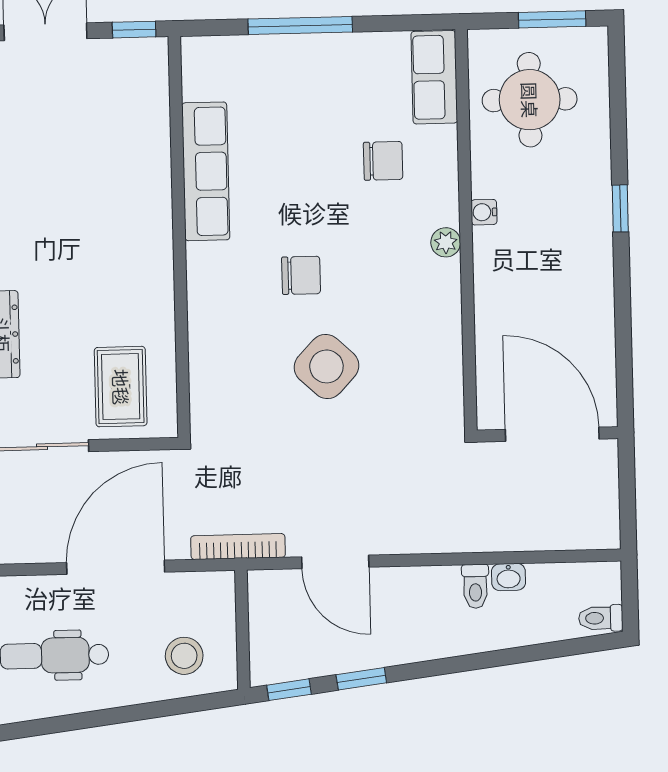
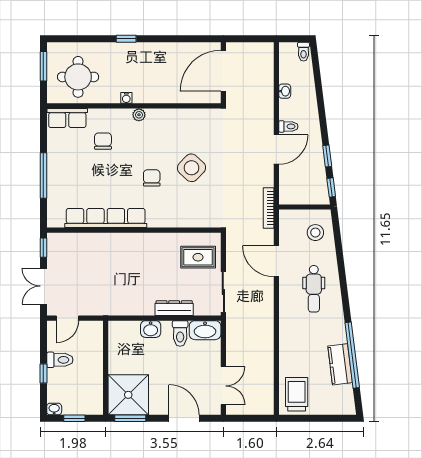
row of seats: (206, 171) -> (106, 218), width x1.36
door: (335, 562) -> (276, 150), moved
door: (116, 567) -> (276, 261), width x0.73
toilet: (475, 586) -> (288, 126), moved

